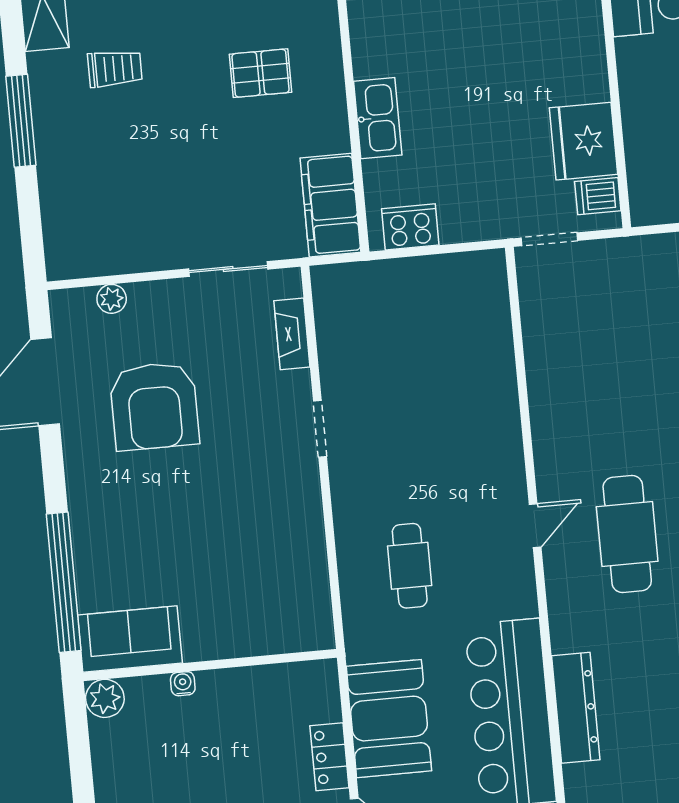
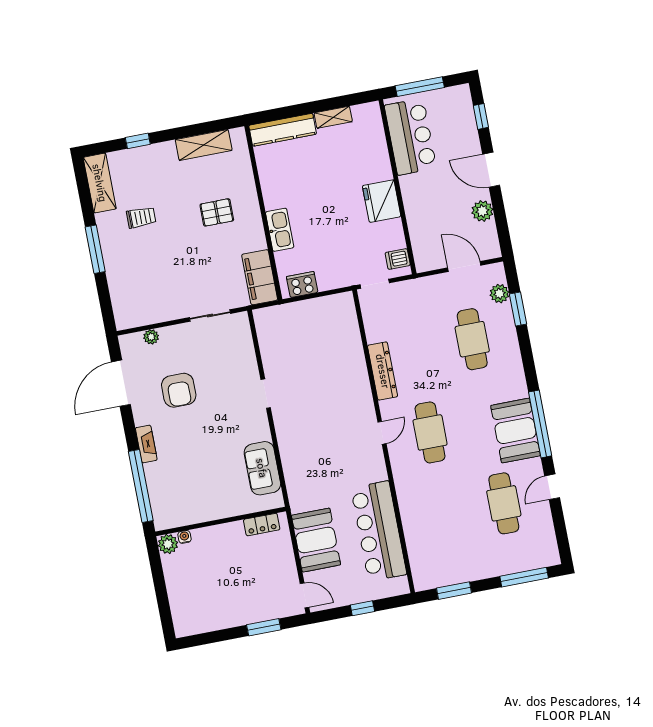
fridge: (584, 141) -> (382, 201), moved
fireplace: (292, 334) -> (146, 444), moved, turned 180
armchair: (154, 406) -> (179, 390), width x0.73, depth x0.73
cafe table: (410, 566) -> (319, 460), removed
sofa: (130, 639) -> (262, 468), moved, turned -90
water cooler: (183, 684) -> (184, 537), moved
dresser: (576, 708) -> (383, 371), moved
locker: (329, 757) -> (262, 525), moved, turned -90

